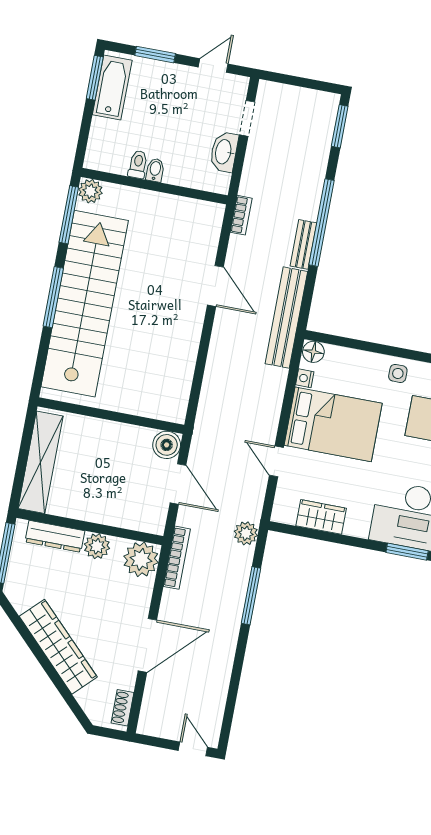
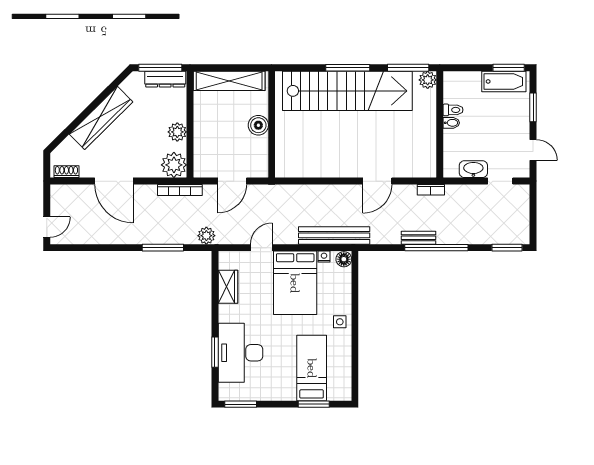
bench: (286, 318) -> (334, 235), moved
boiler: (167, 445) -> (258, 125), moved
dresser: (55, 536) -> (165, 79), moved, turned -90

